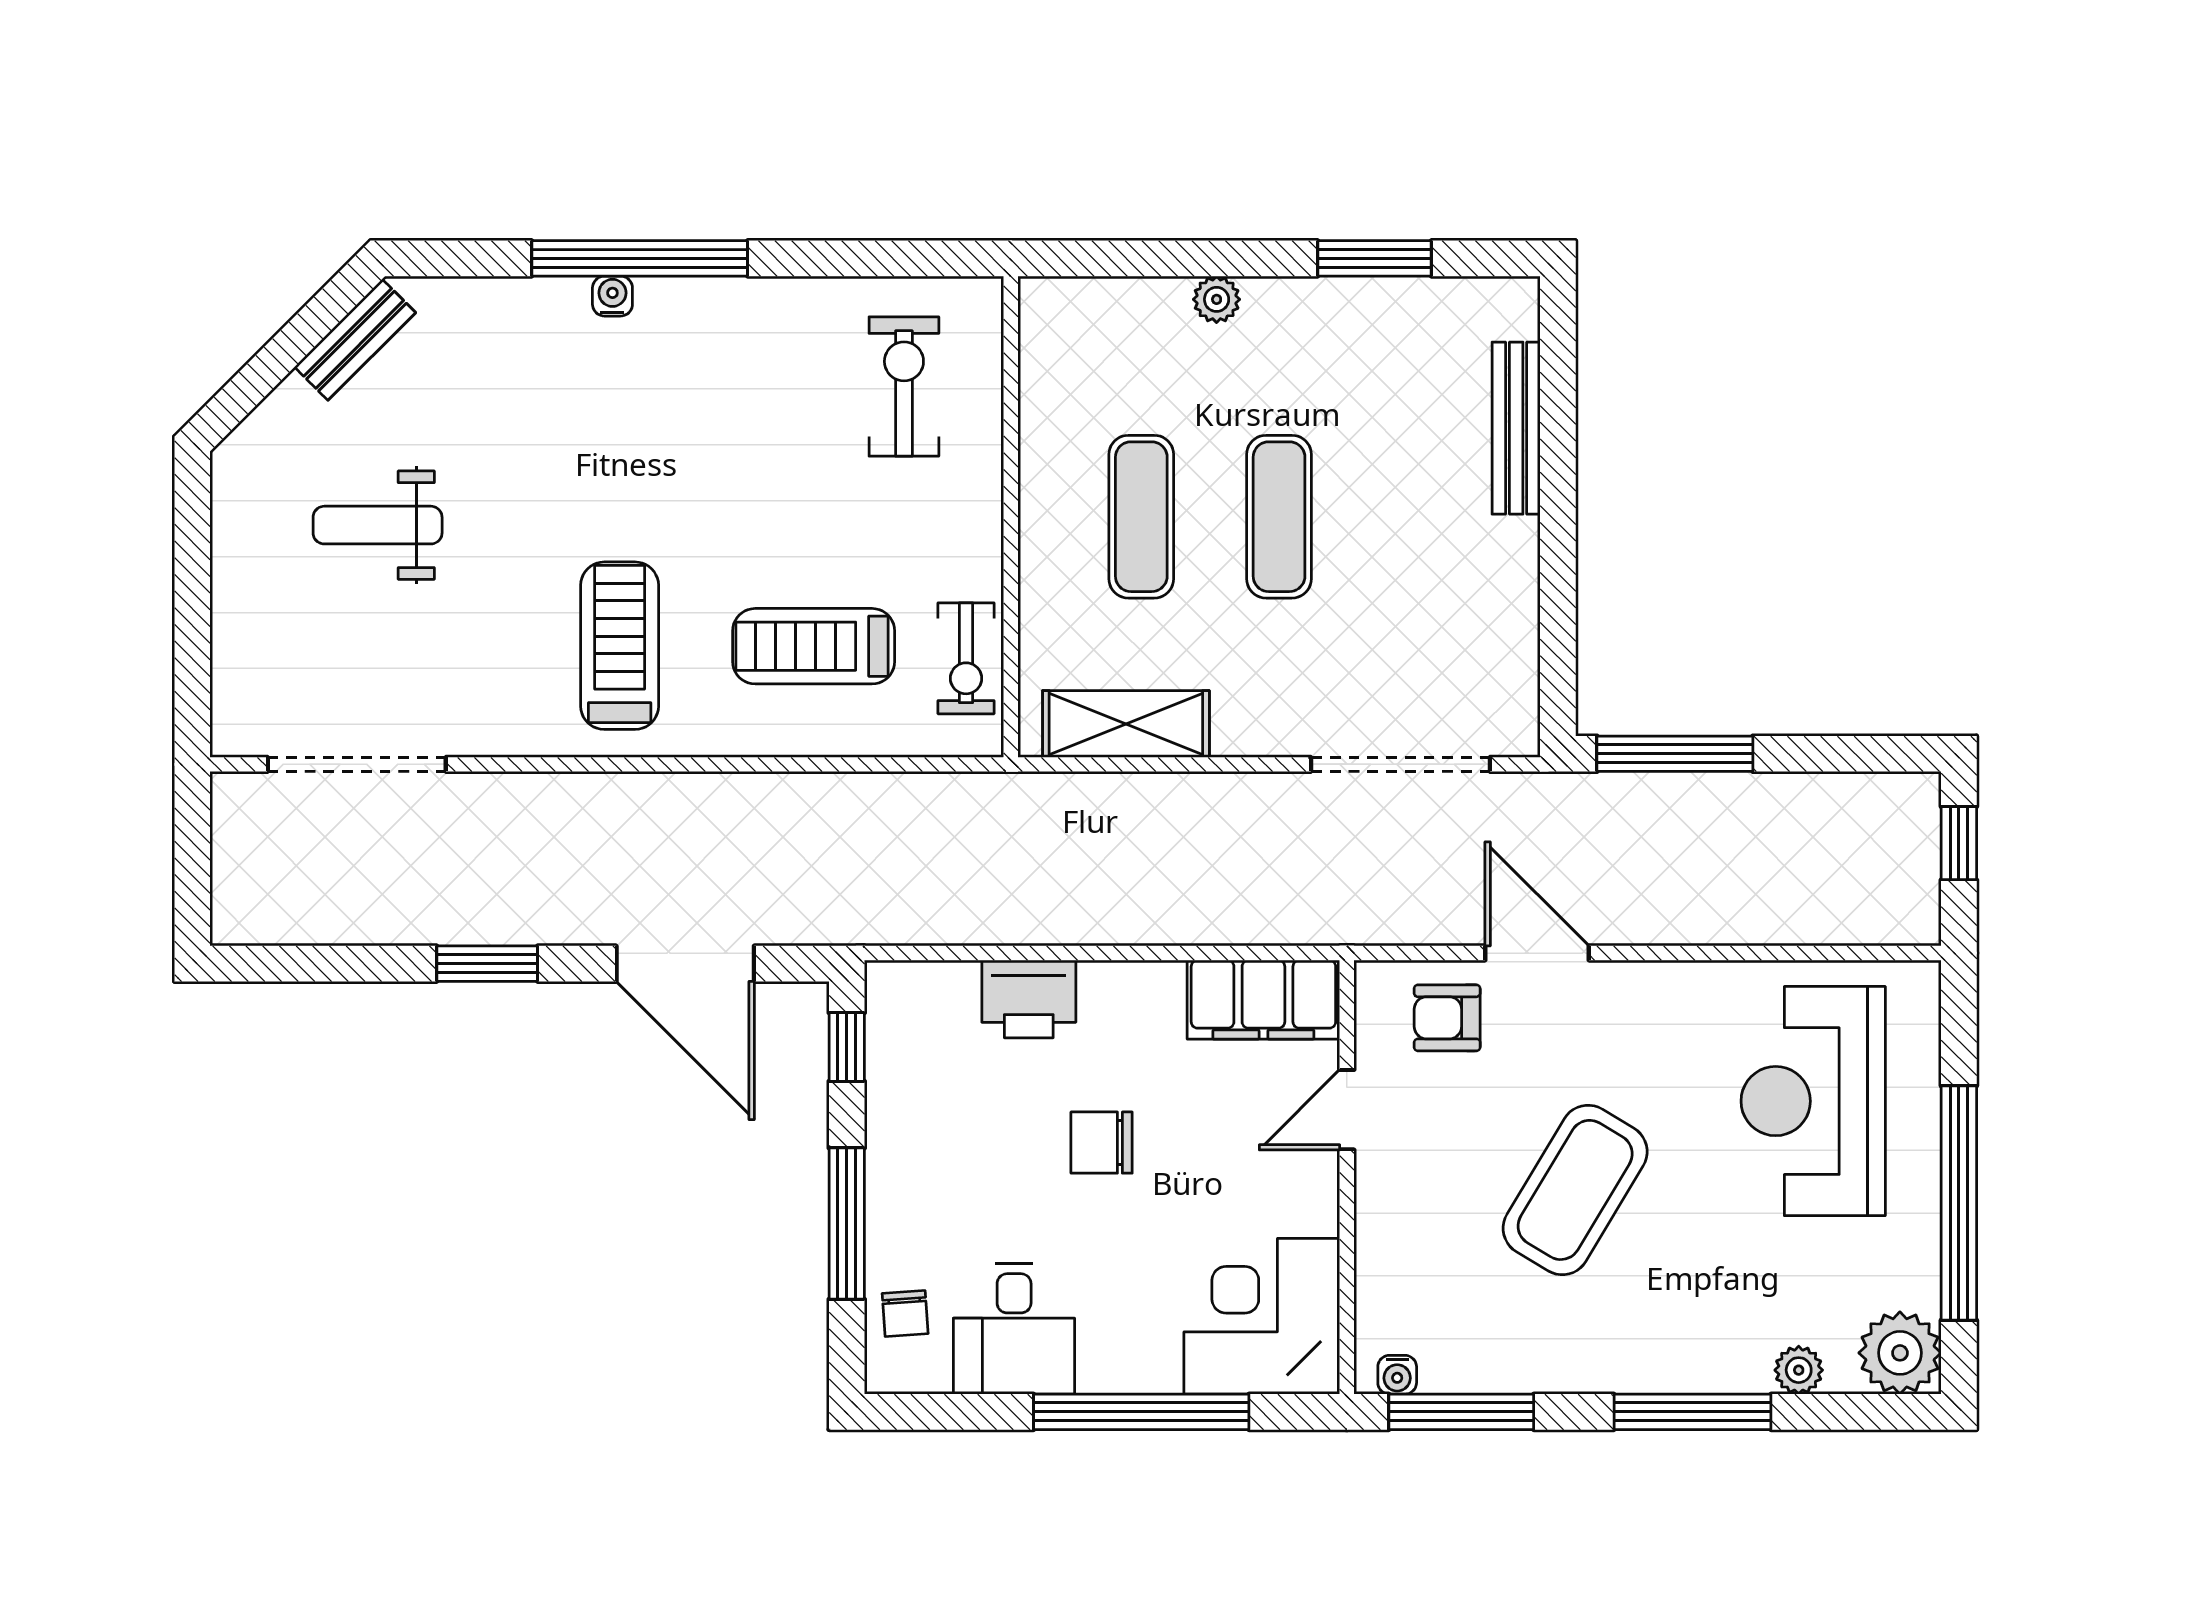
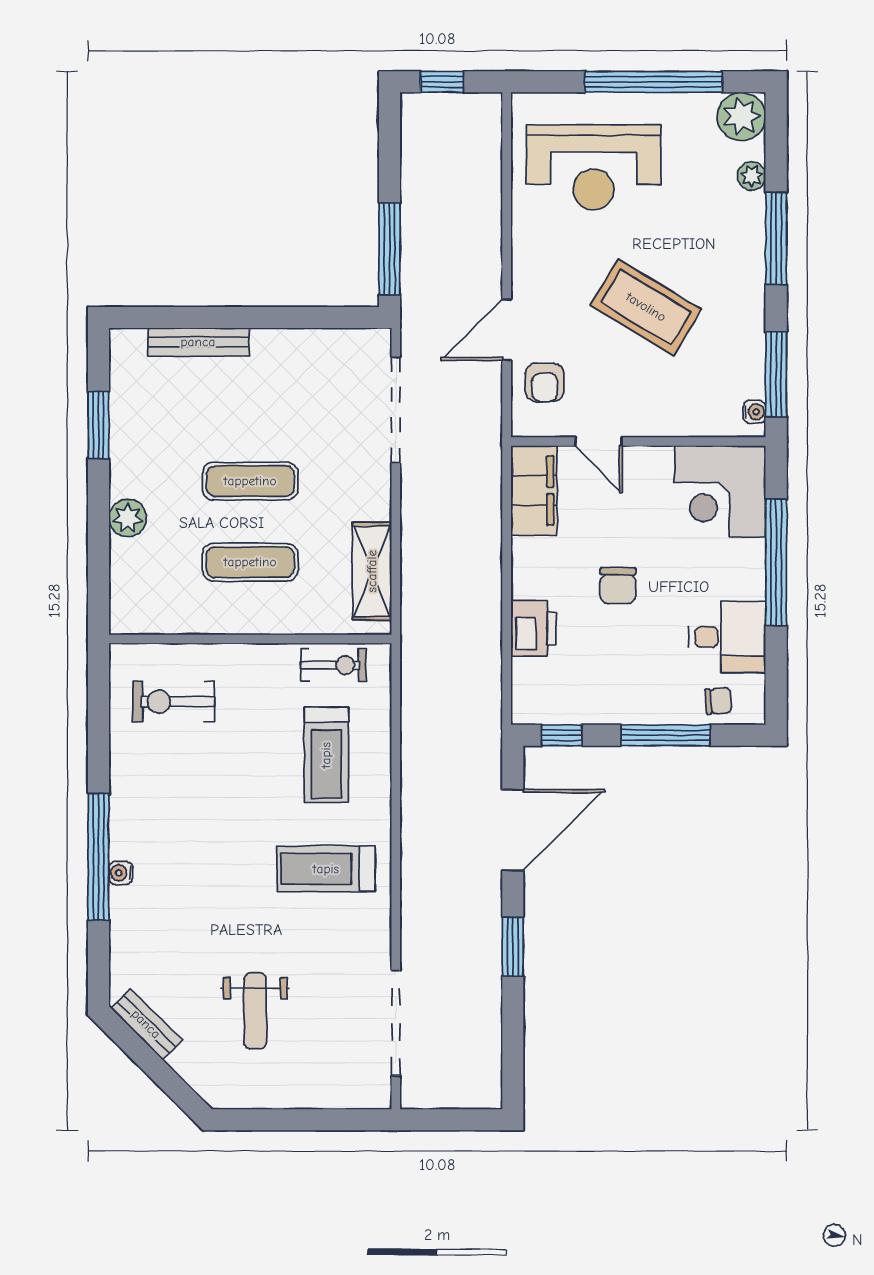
plant: (1217, 299) -> (128, 518), width x1.38, depth x1.38

